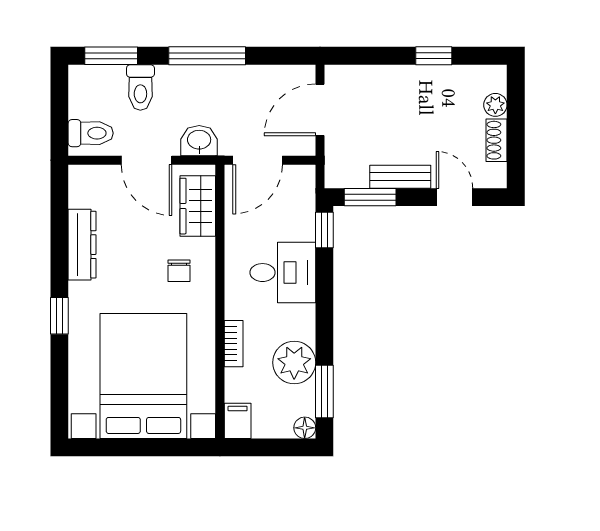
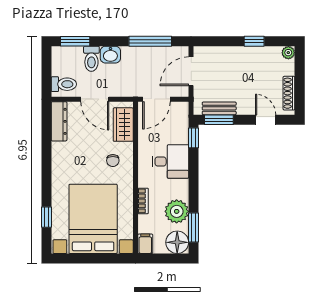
window: (207, 56) -> (150, 41), moved
plant: (495, 105) -> (288, 53), moved
shoe rack: (497, 140) -> (289, 93), width x1.43
washbasin: (199, 141) -> (110, 55), moved, turned 180
bench: (400, 177) -> (219, 108), moved
dresser: (82, 245) -> (59, 121), moved
window: (59, 316) -> (46, 217), moved
floor lamp: (305, 428) -> (177, 242), width x1.89, depth x1.89

